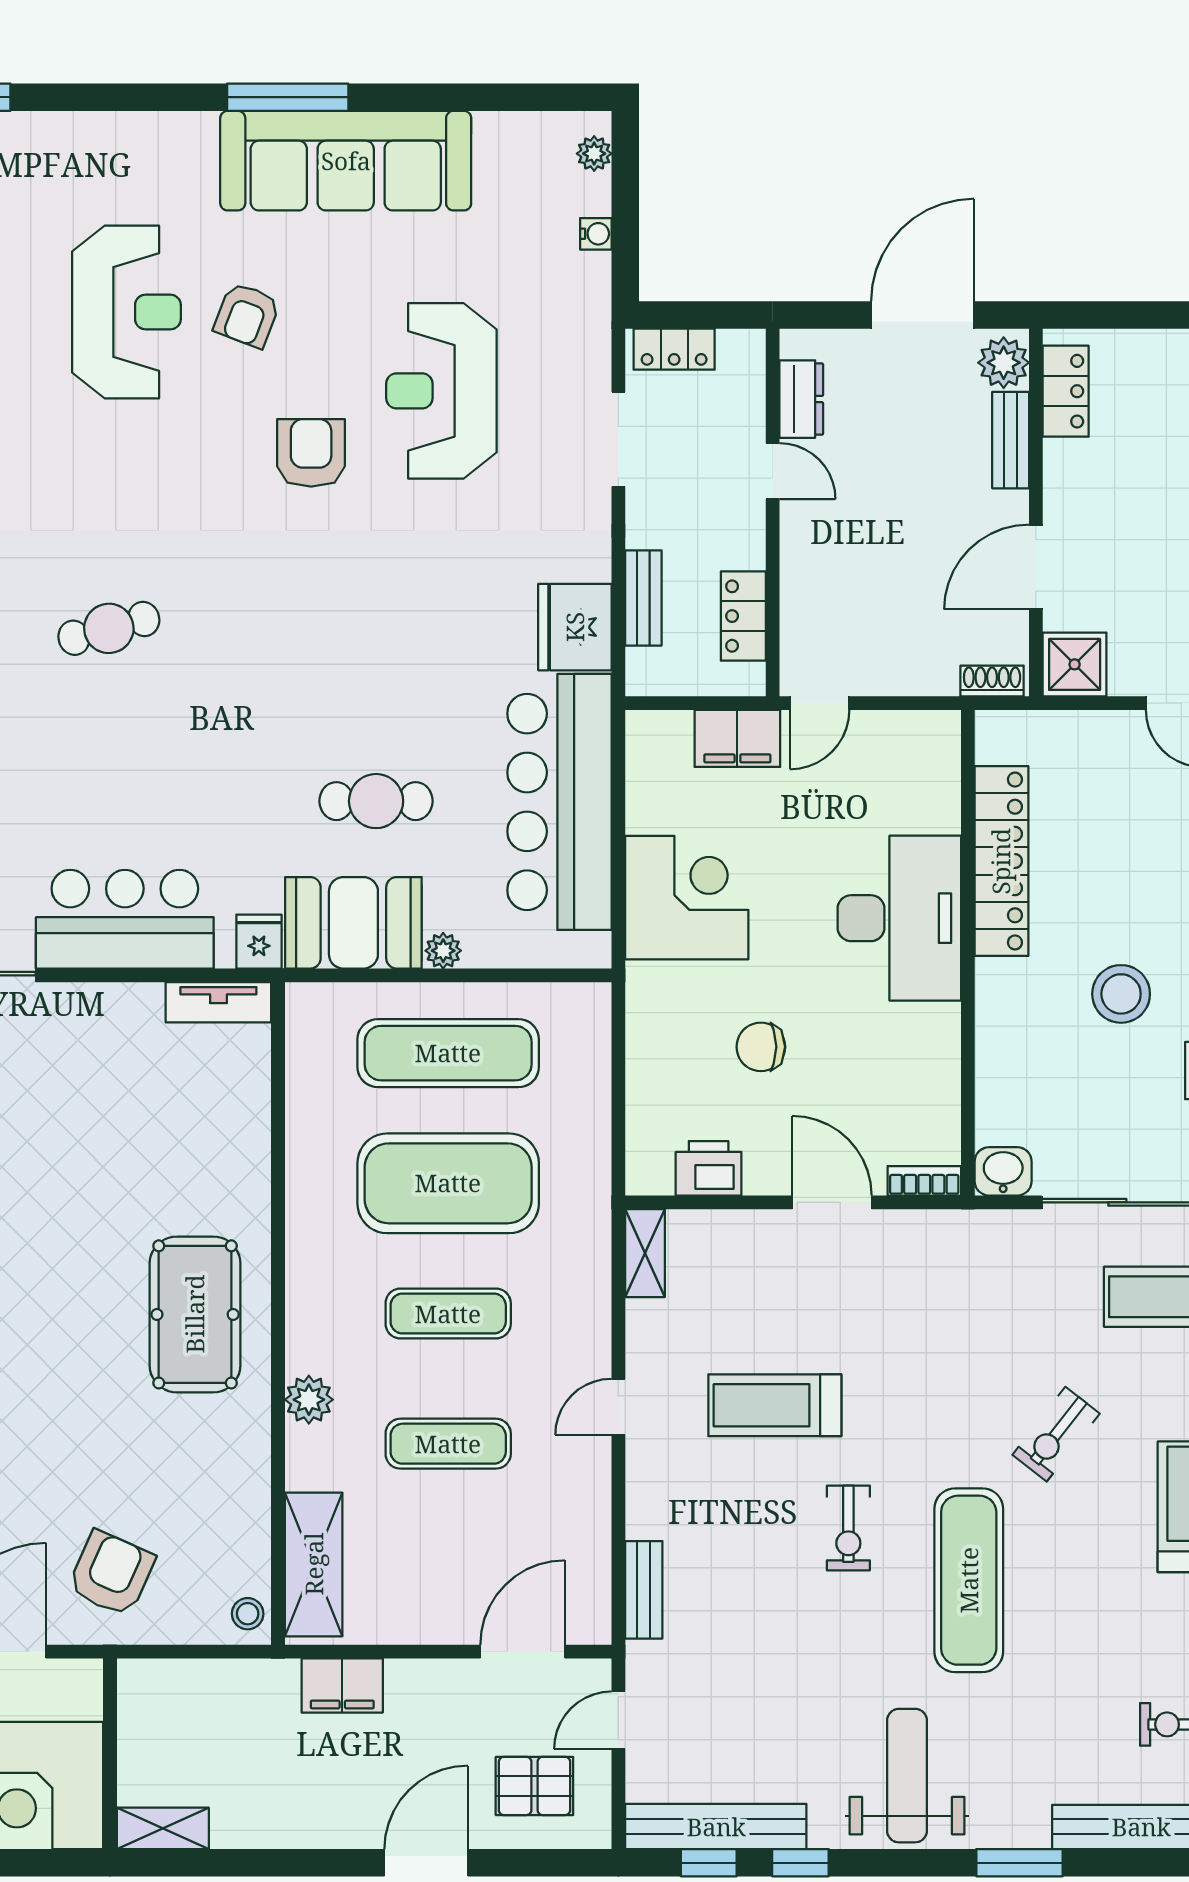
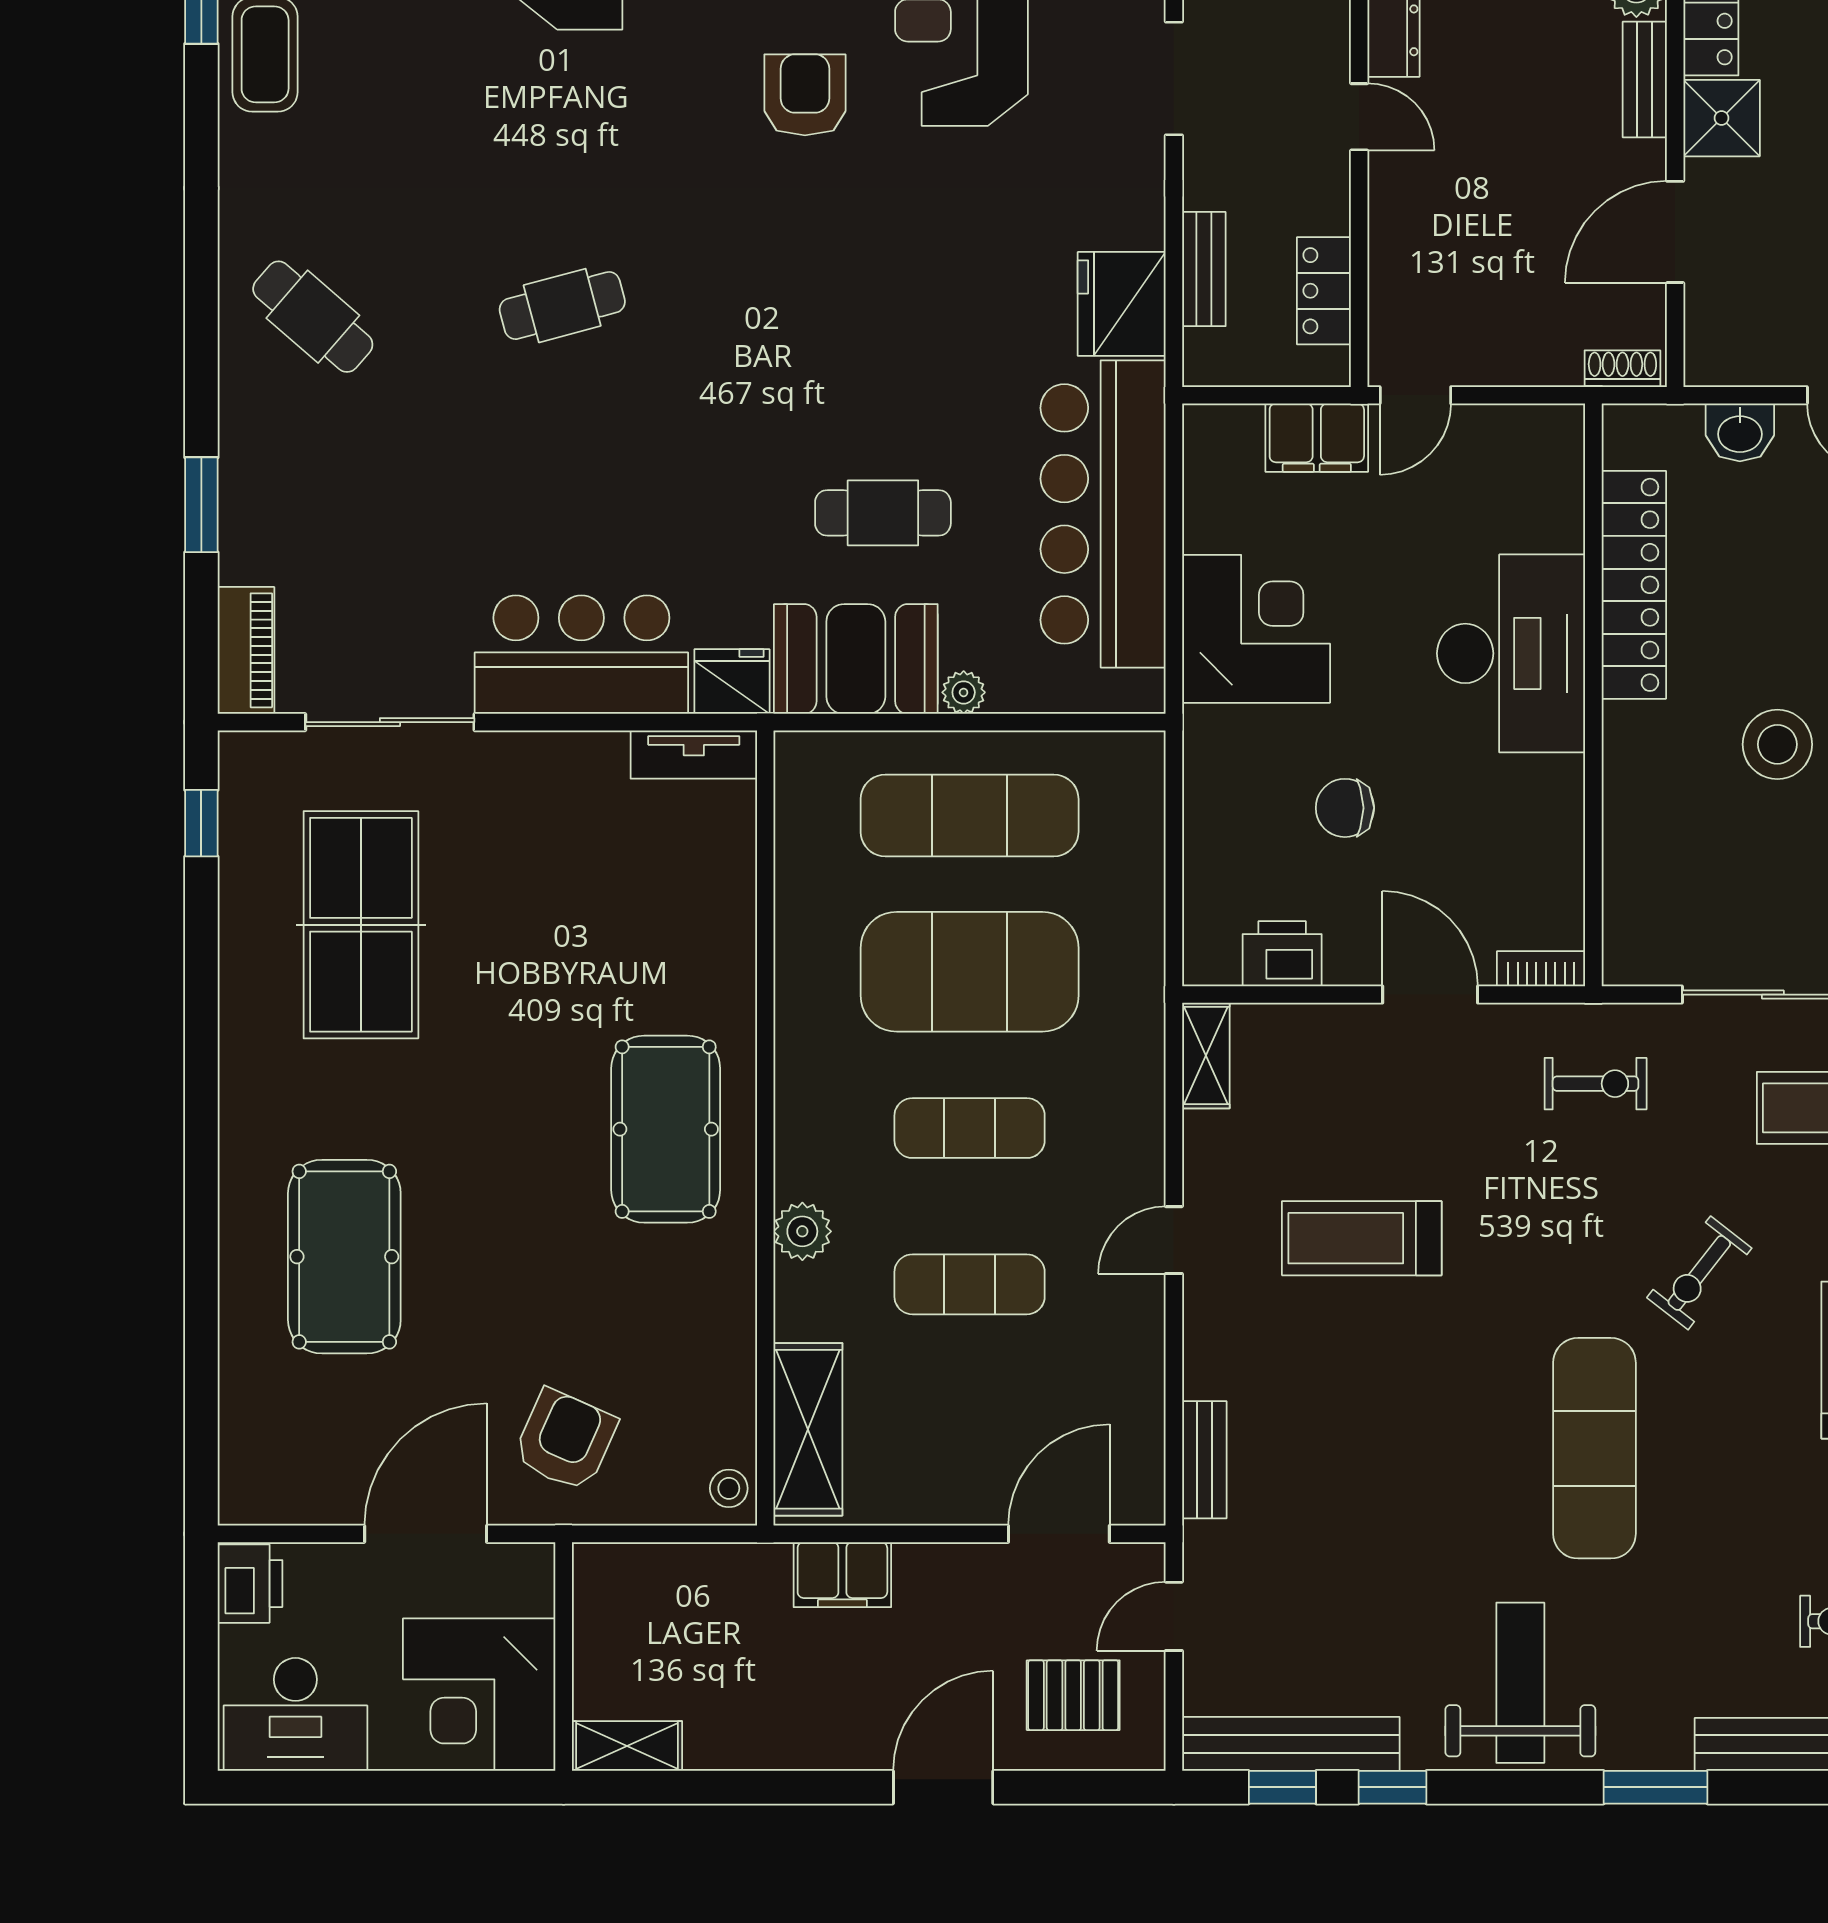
shower: (1075, 664) -> (1722, 118), moved
fridge: (259, 942) -> (732, 682), width x1.38
washbasin: (1003, 1171) -> (1740, 432), moved, turned 180
exercise bike: (848, 1528) -> (1596, 1084), moved, turned -90

